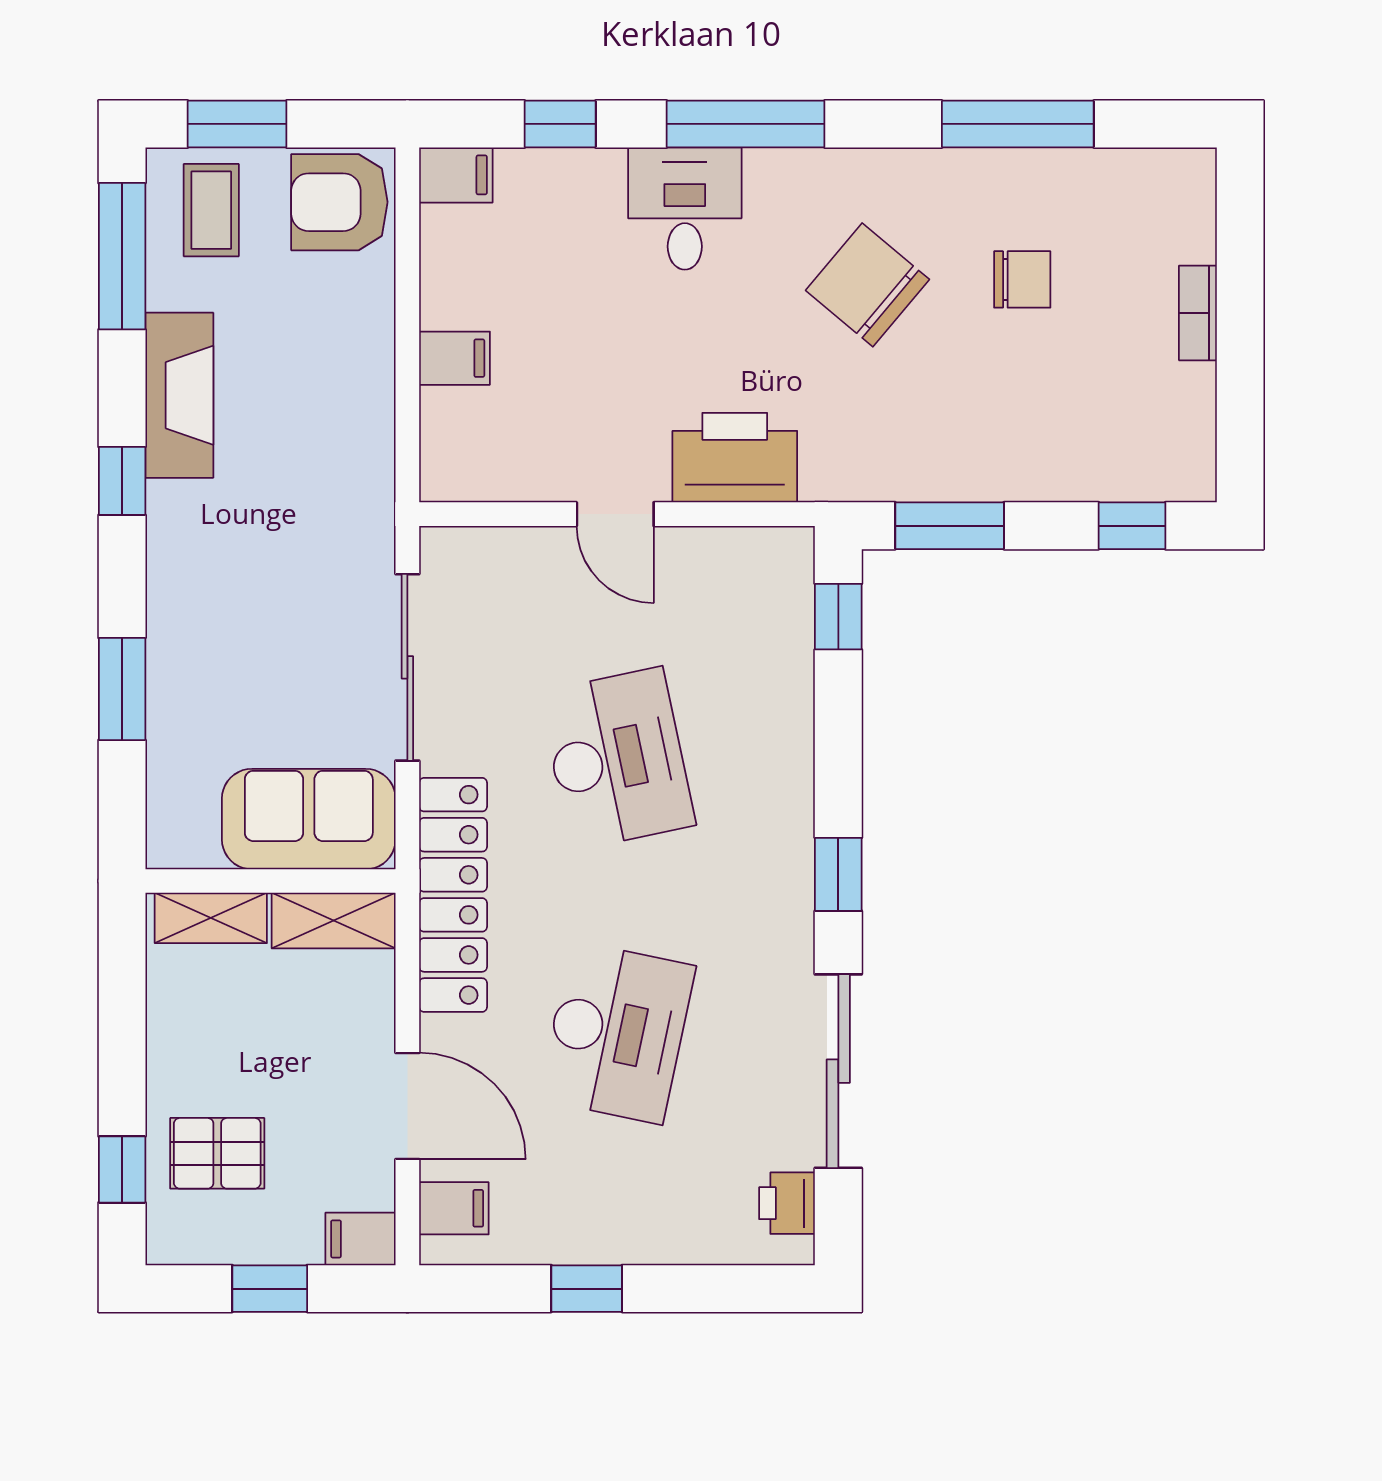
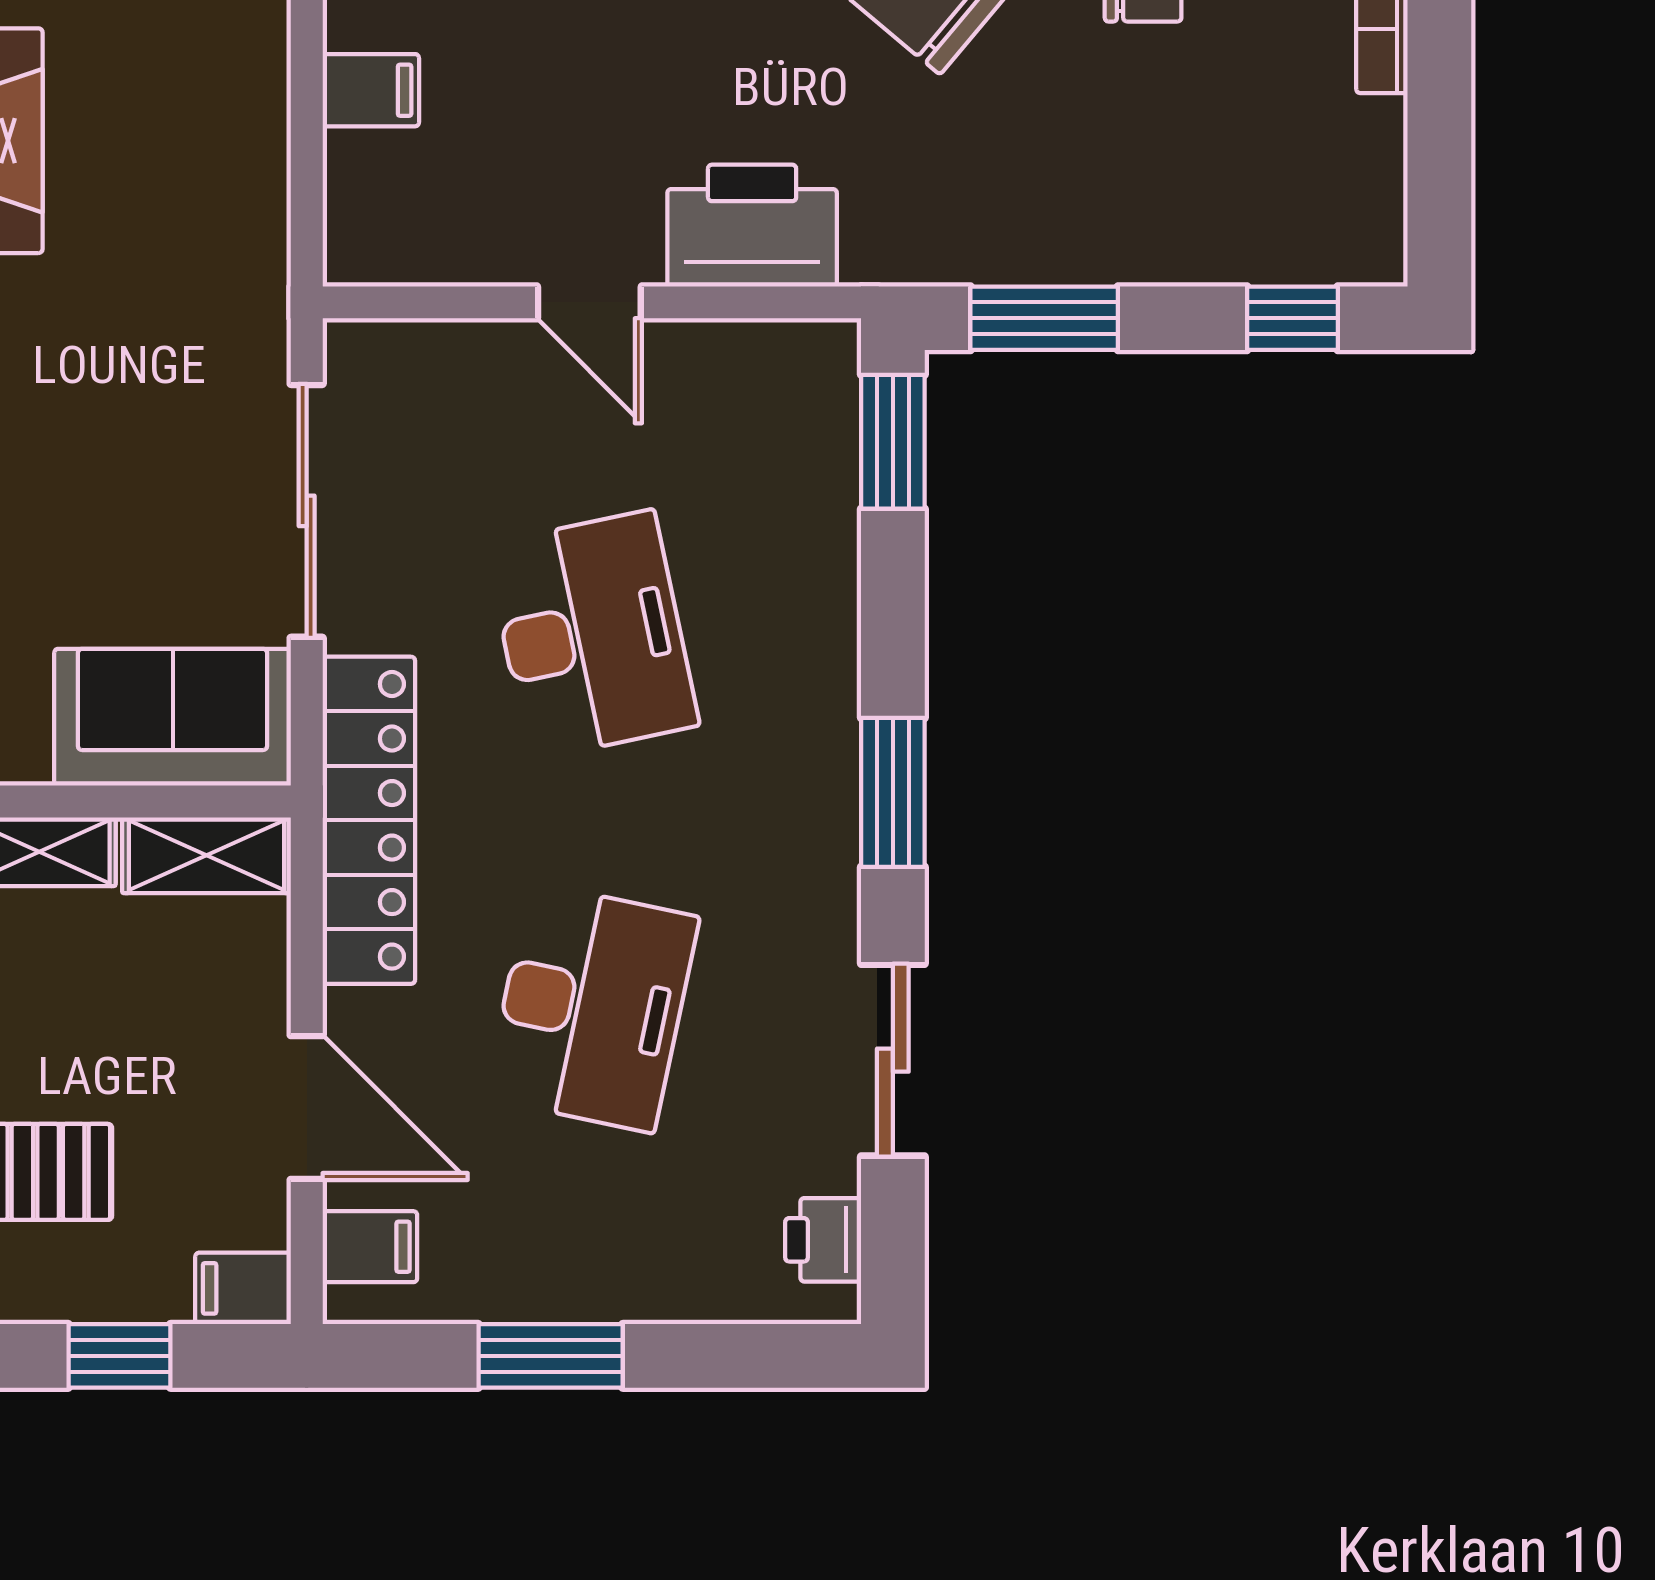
window: (838, 617) -> (893, 442), width x1.50
window: (838, 874) -> (893, 792), width x1.50
sliding door: (838, 1071) -> (893, 1060), width x0.73
window: (587, 1289) -> (551, 1356), width x1.50

